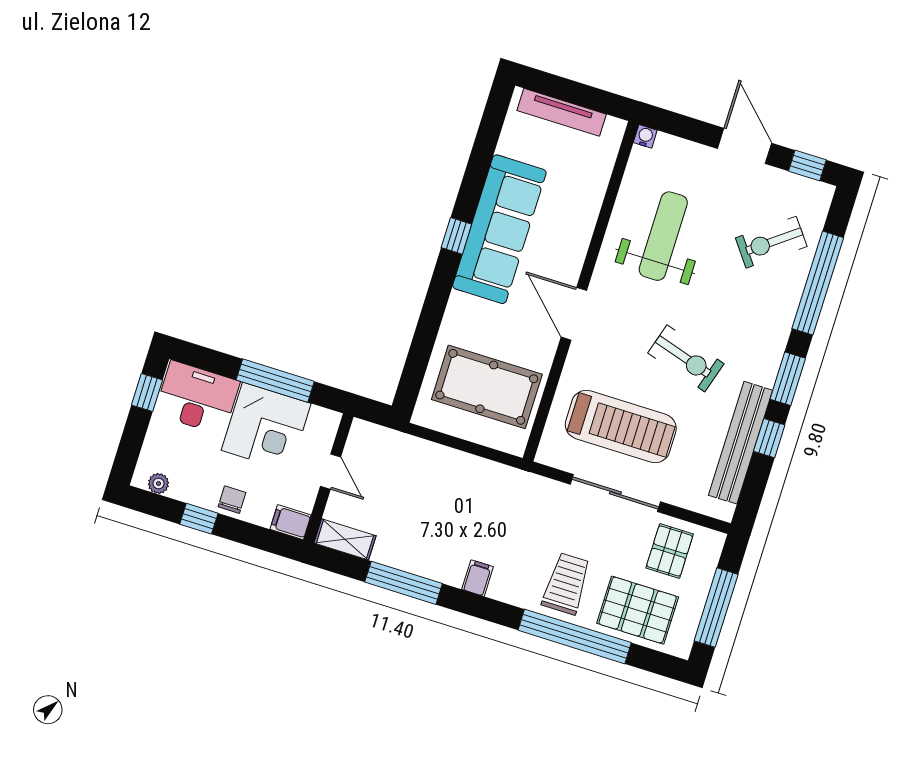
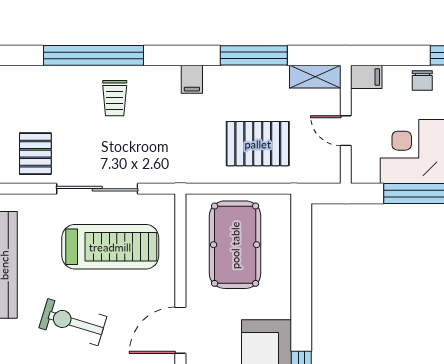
door: (574, 314) -> (180, 330), swing flipped
pool table: (487, 387) -> (235, 245), turned 90
treadmill: (621, 426) -> (110, 247), turned 180
trolley: (566, 584) -> (115, 98), width x0.73, depth x0.72
pallet: (638, 610) -> (258, 144), moved

